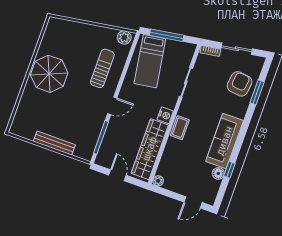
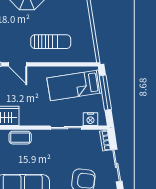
plant: (124, 37) -> (88, 52), removed
nightstand: (165, 115) -> (90, 119), moved

